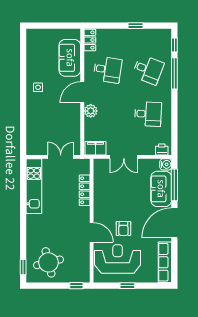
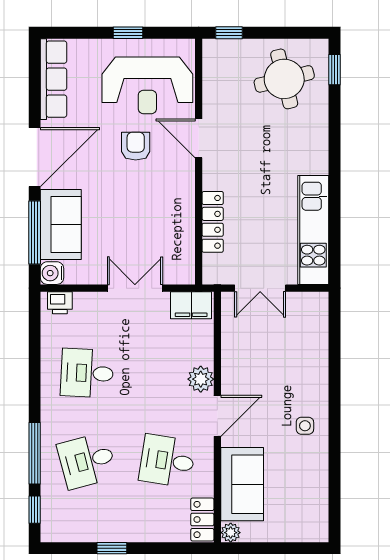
plant: (76, 33) -> (231, 533), added
desk: (148, 70) -> (87, 461), turned -36

